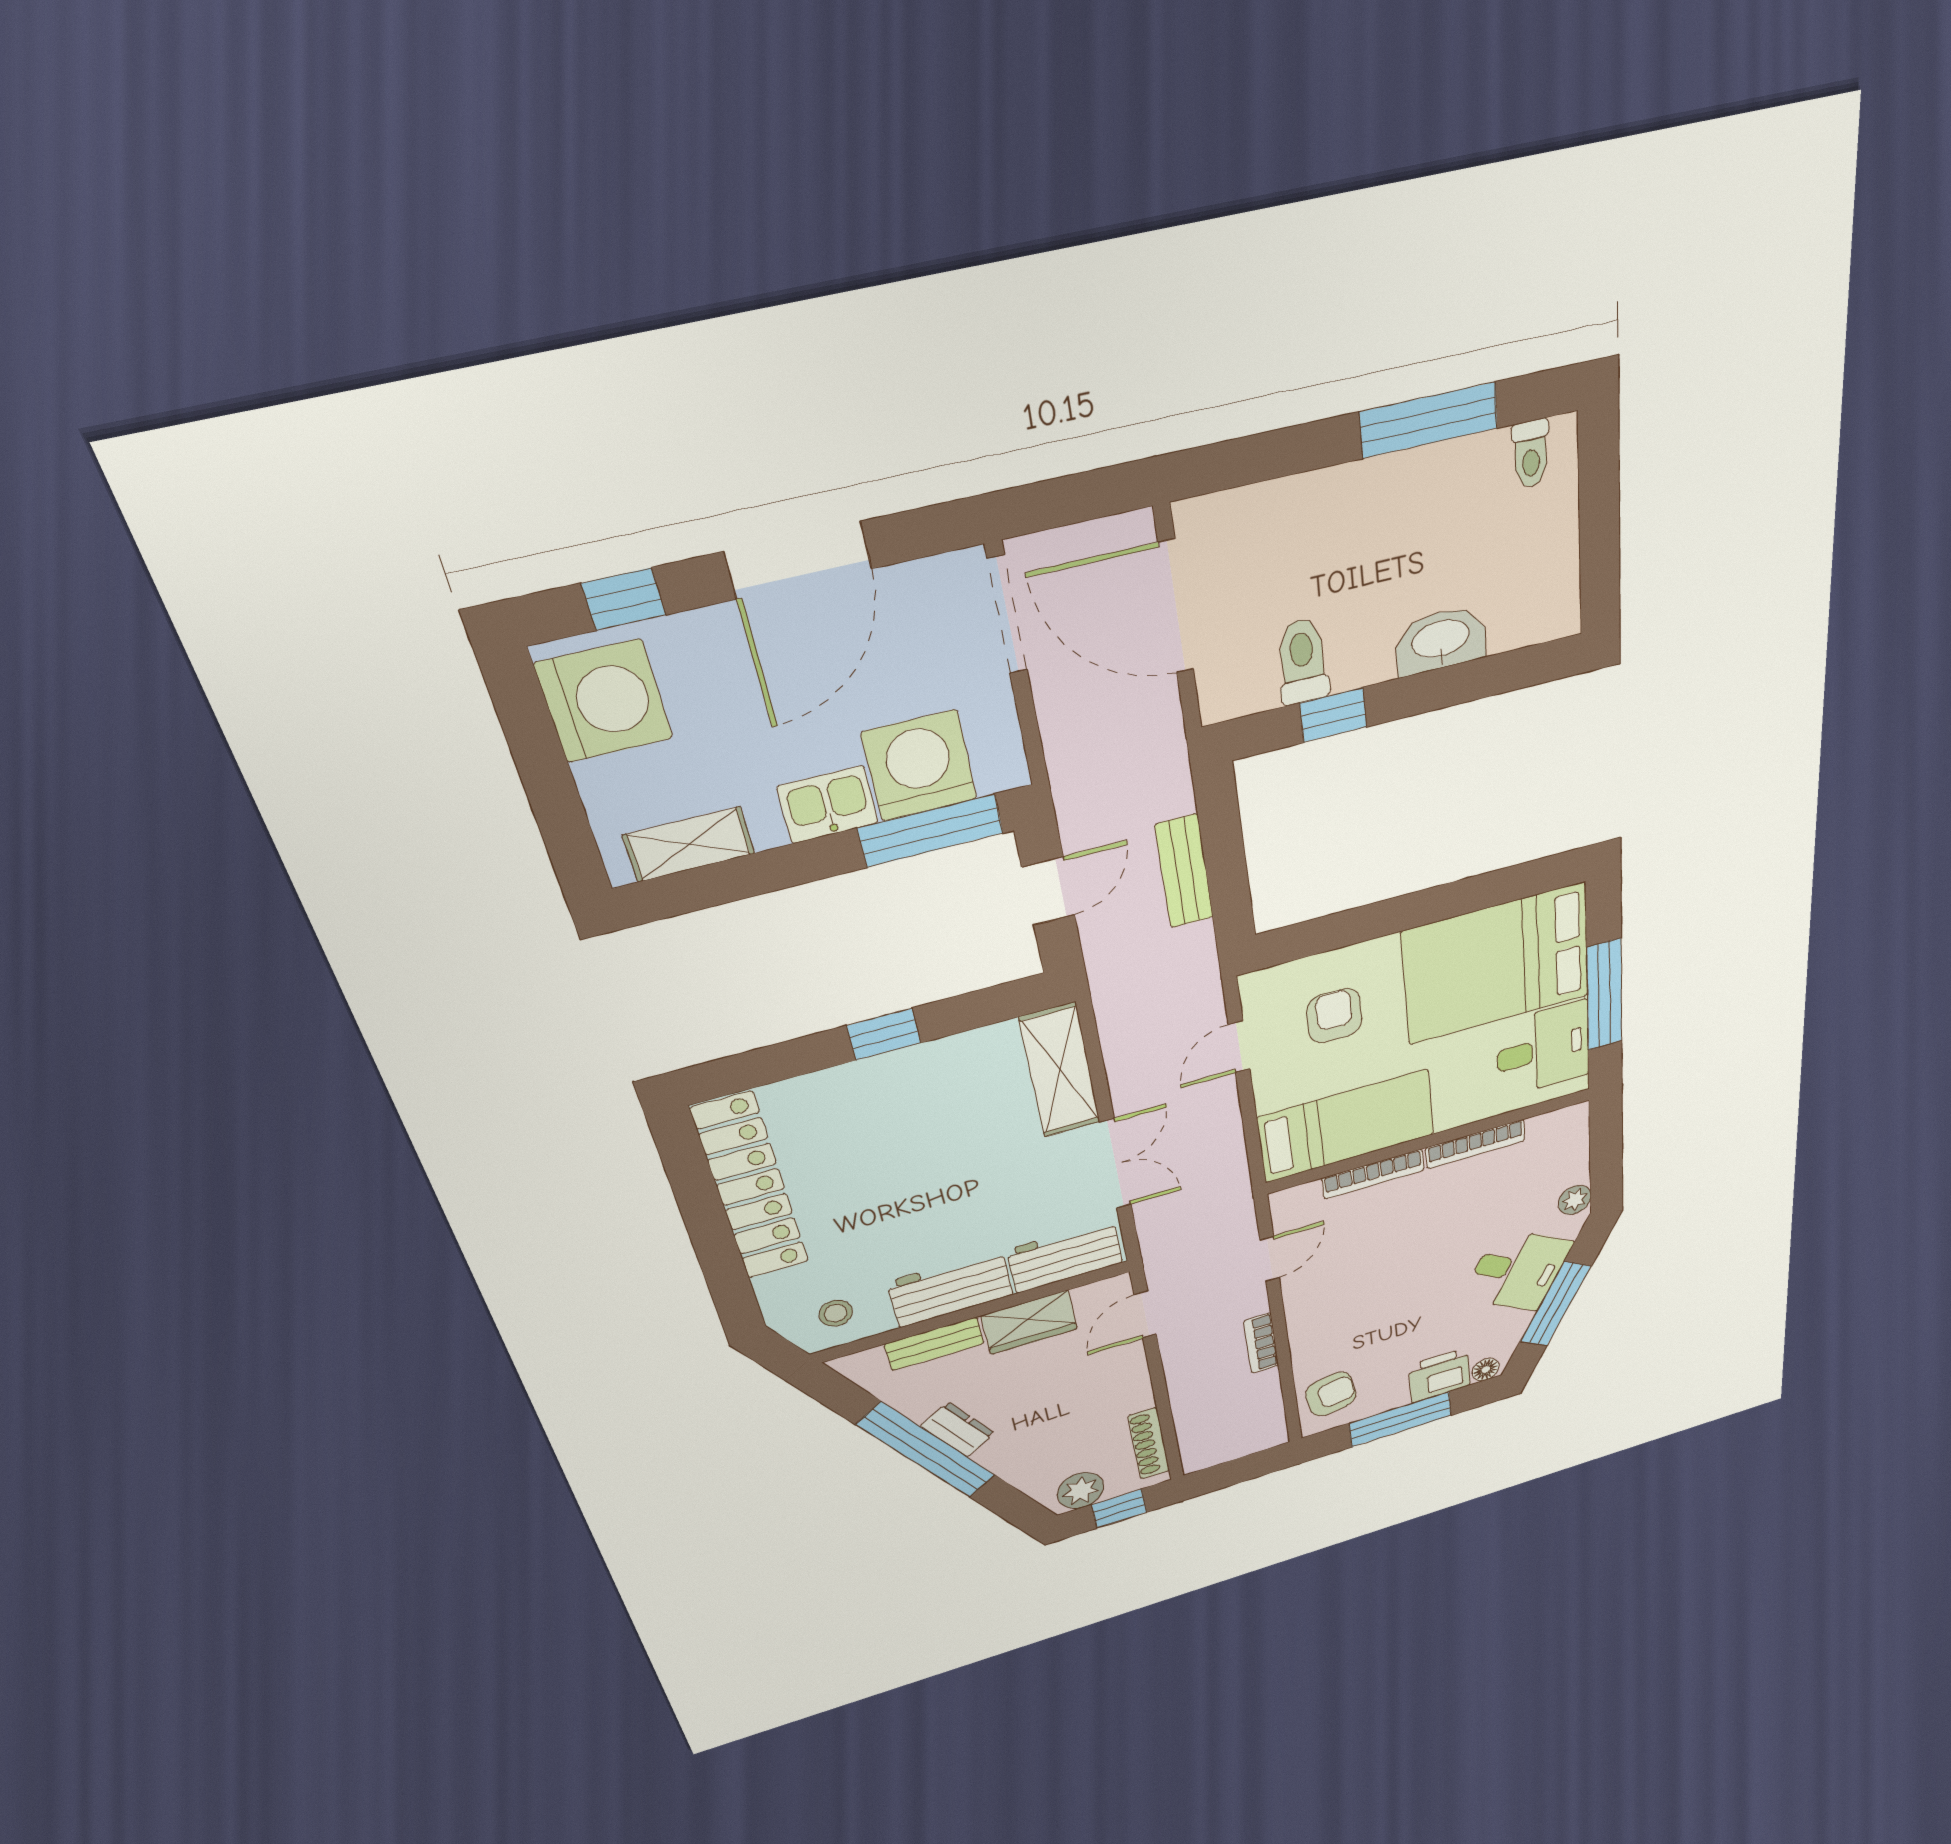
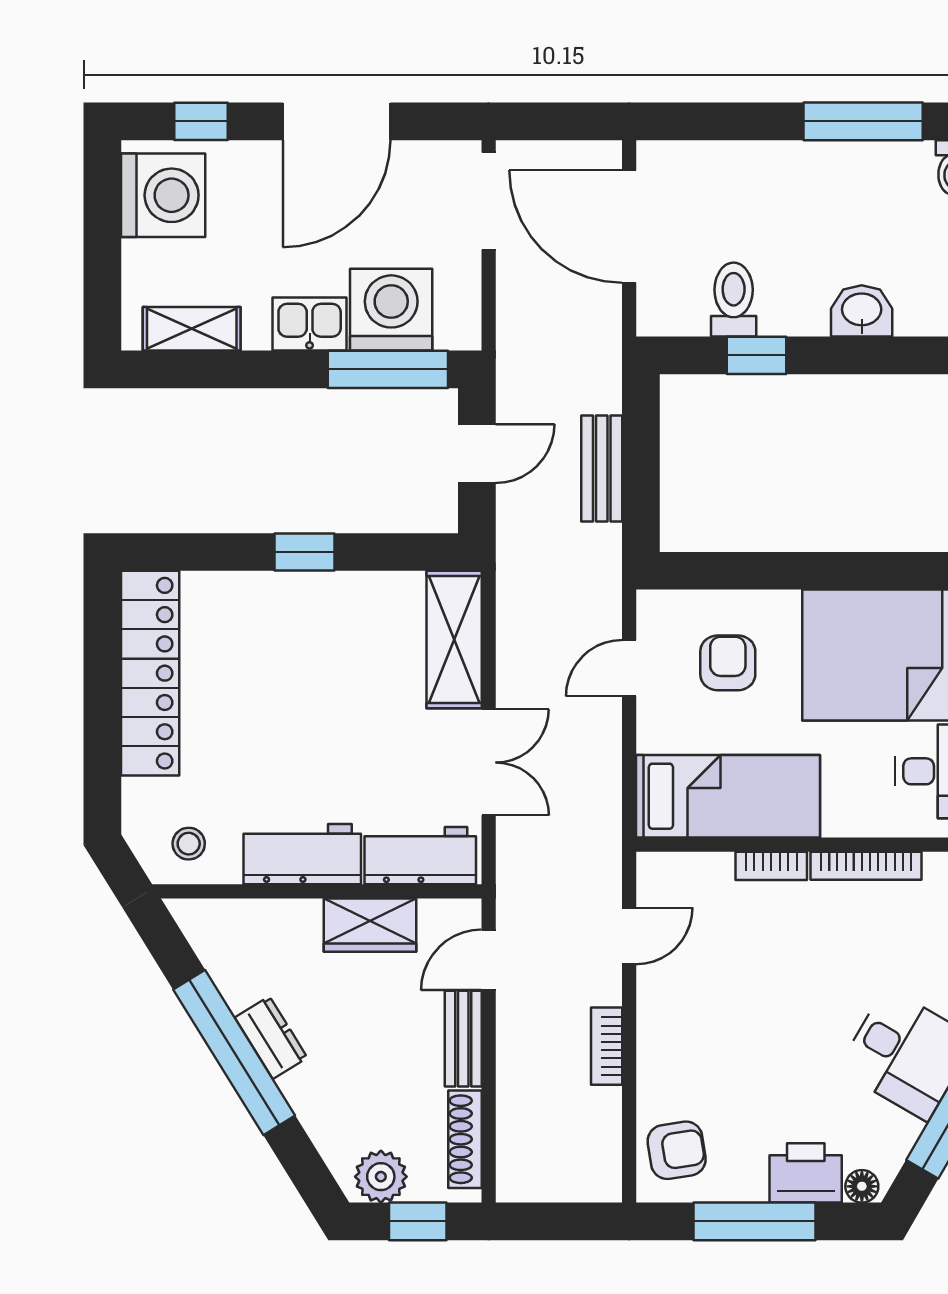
washbasin: (1441, 640) -> (862, 311), width x0.72
bookcase: (1373, 1174) -> (771, 866), width x0.64
bench: (934, 1344) -> (463, 1039), moved, turned 90

